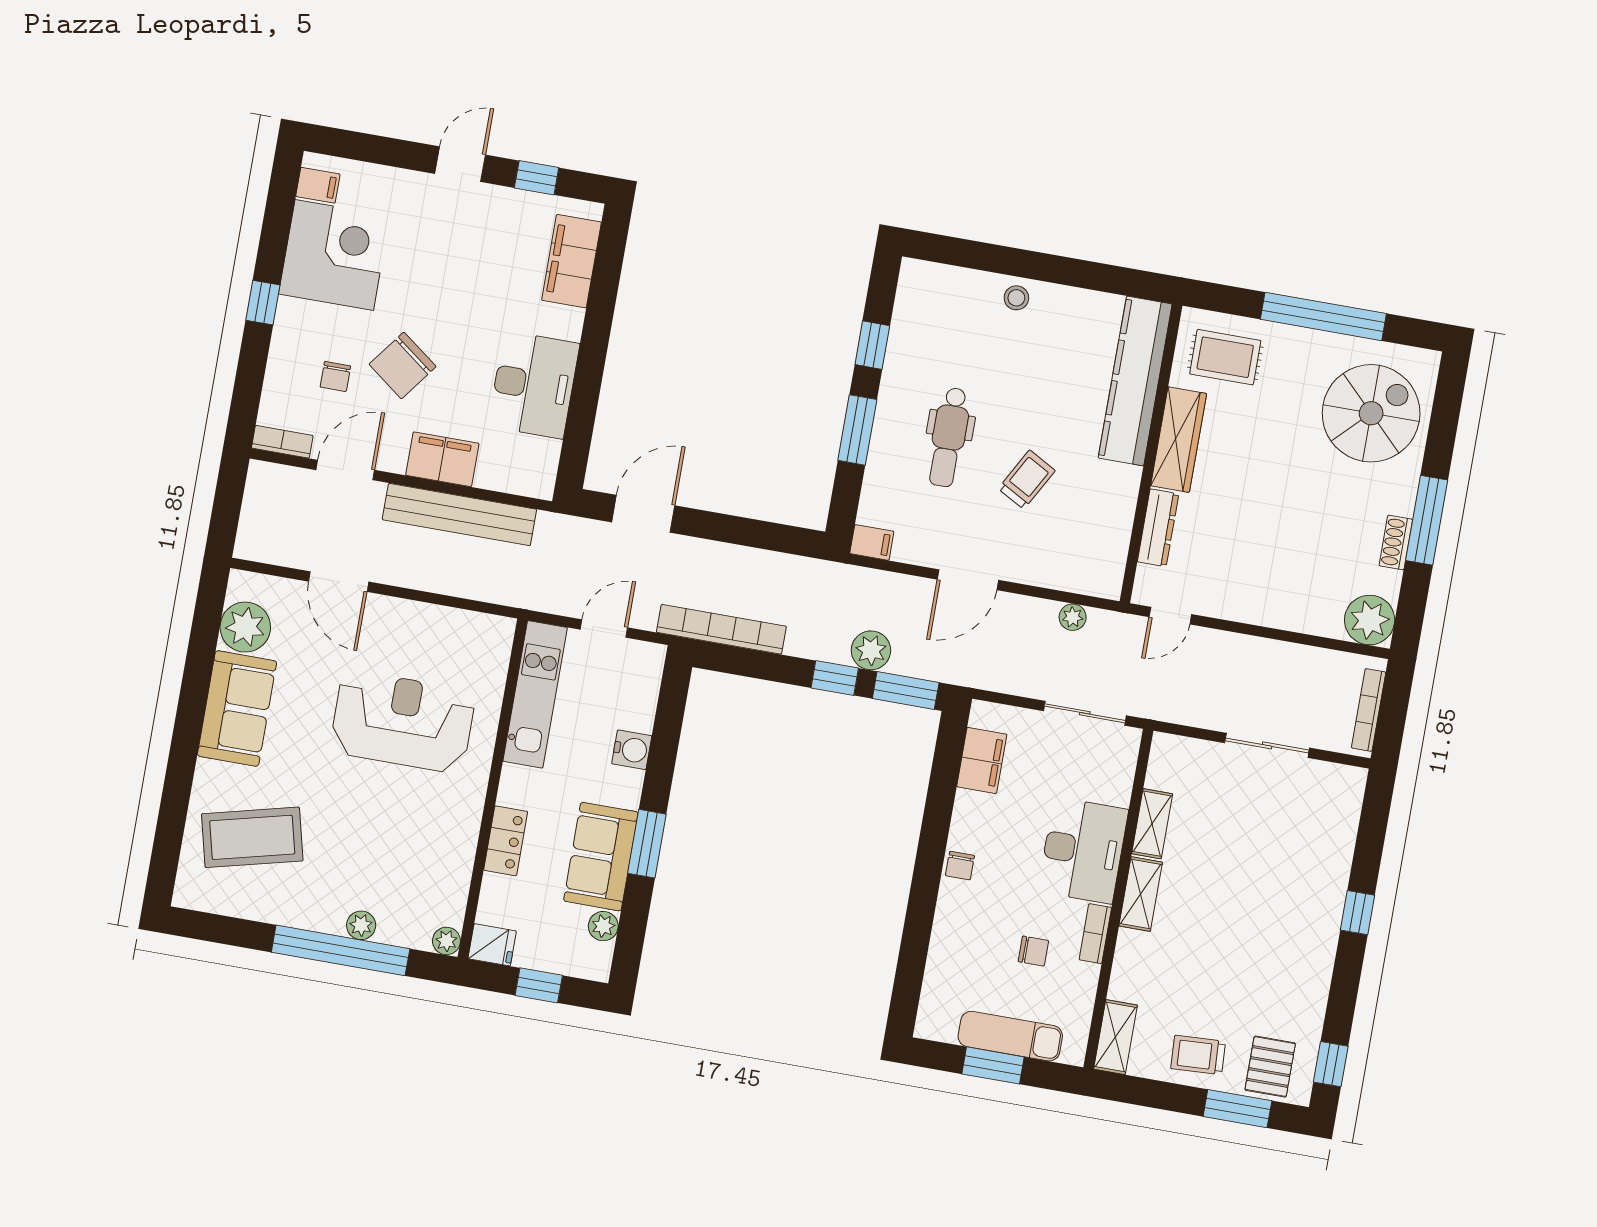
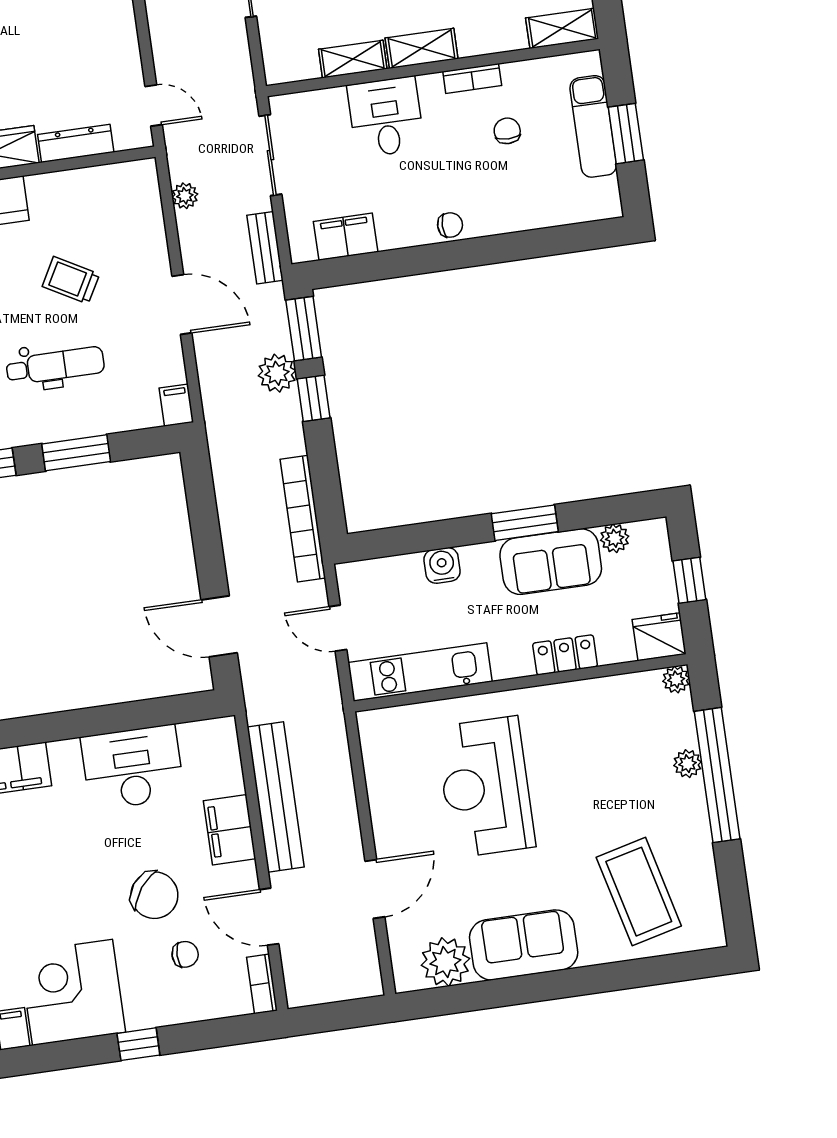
bench: (996, 679) -> (265, 248), added
desk: (1083, 850) -> (386, 117), width x0.73
fridge: (492, 945) -> (659, 637), width x1.38

